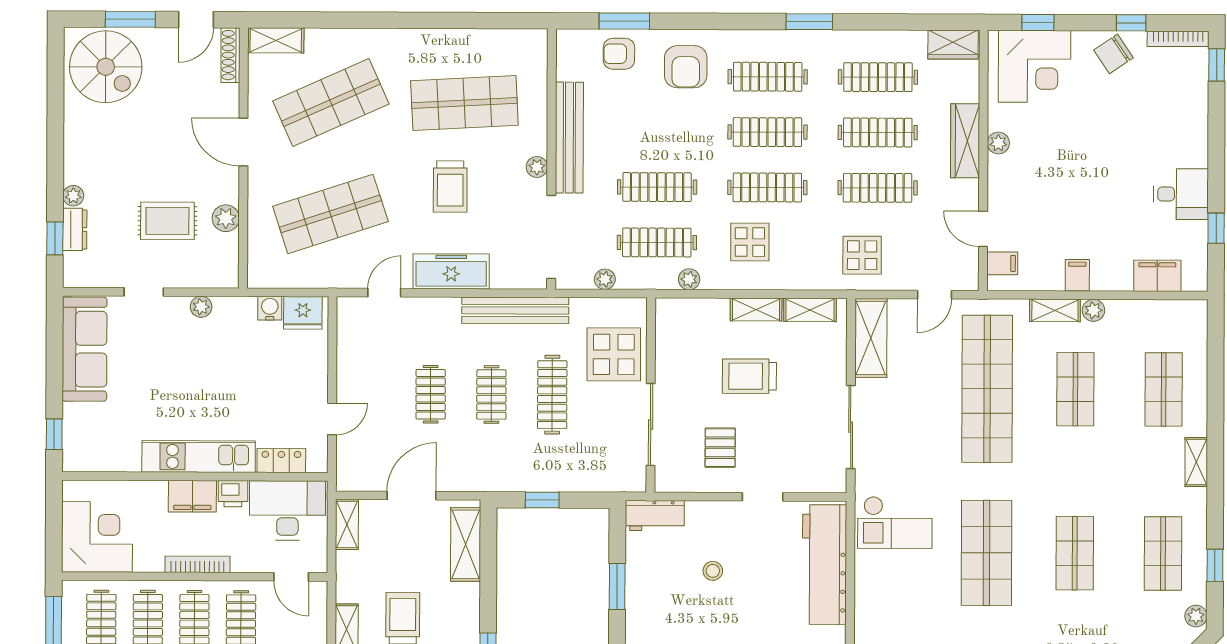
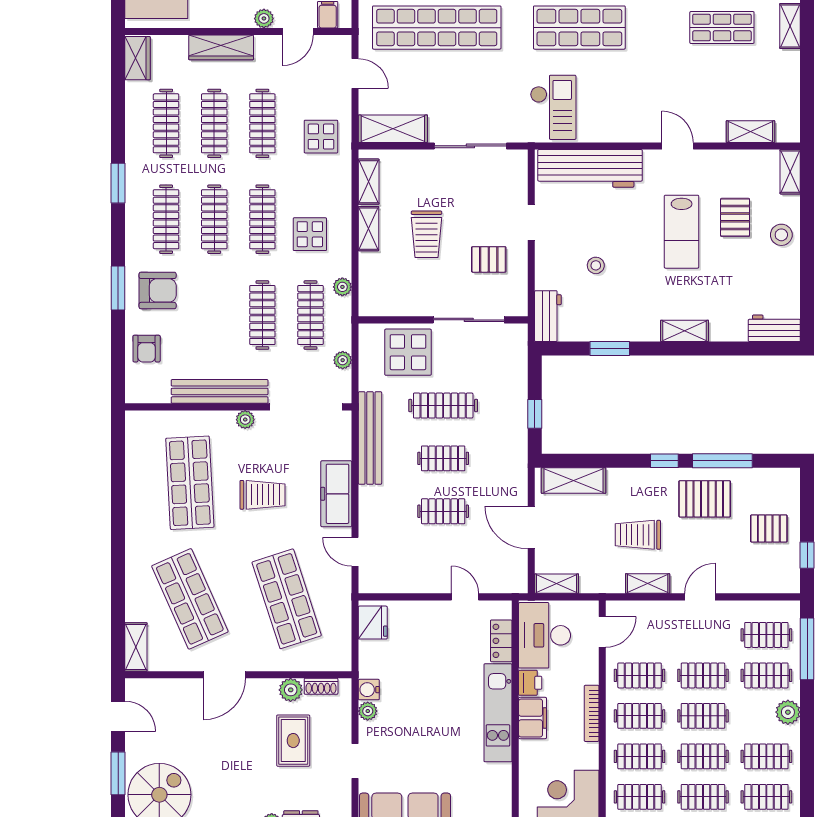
window: (624, 21) -> (118, 288), moved
shoe rack: (230, 55) -> (321, 686), moved, width x0.70
plant: (998, 143) -> (264, 18), moved
water cooler: (270, 308) -> (369, 690), moved

